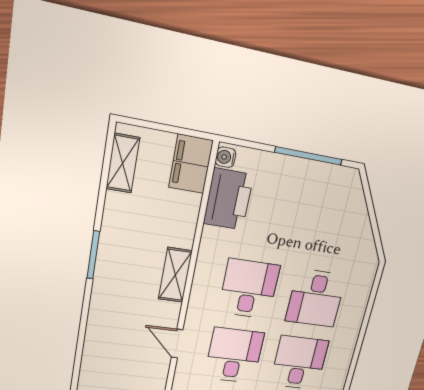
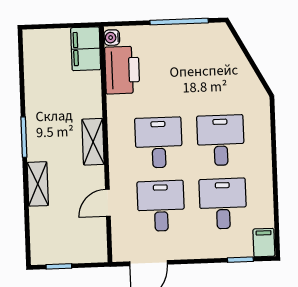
shelving: (123, 163) -> (38, 184), moved
desk: (316, 298) -> (221, 140), turned 180
door: (177, 344) -> (108, 203), hinge flipped

